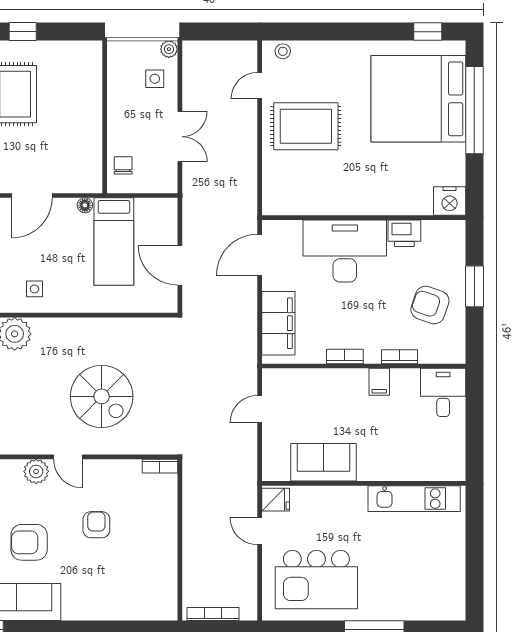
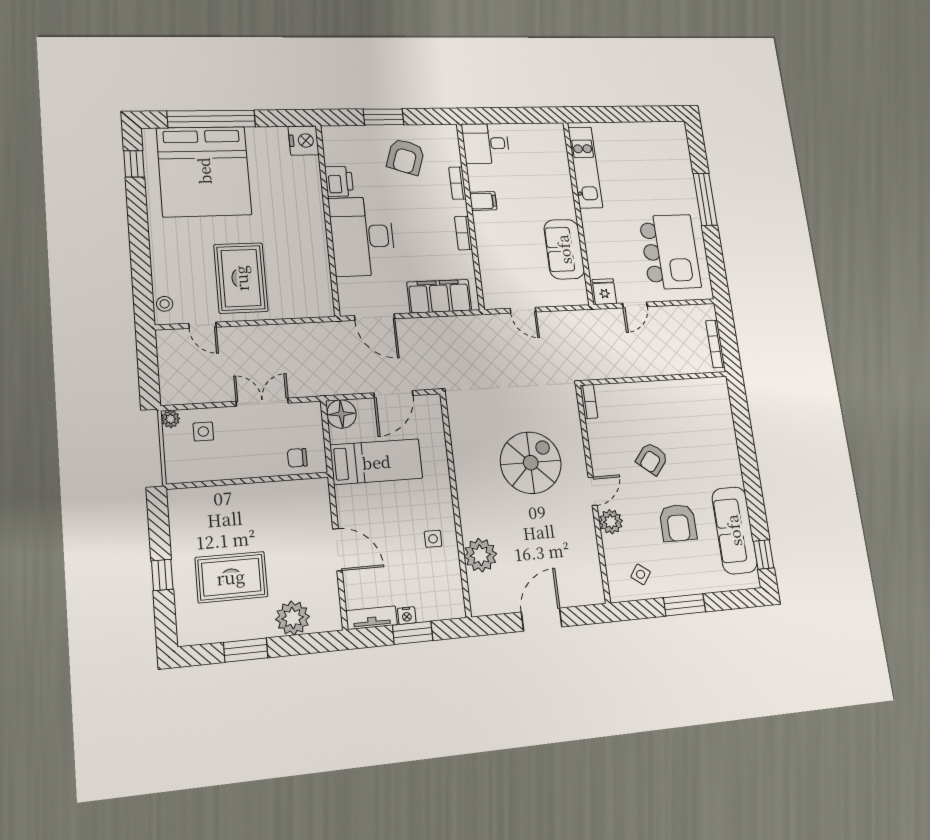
floor lamp: (85, 205) -> (341, 414), moved, width x1.89, depth x1.89
armchair: (96, 525) -> (652, 459), turned -51

